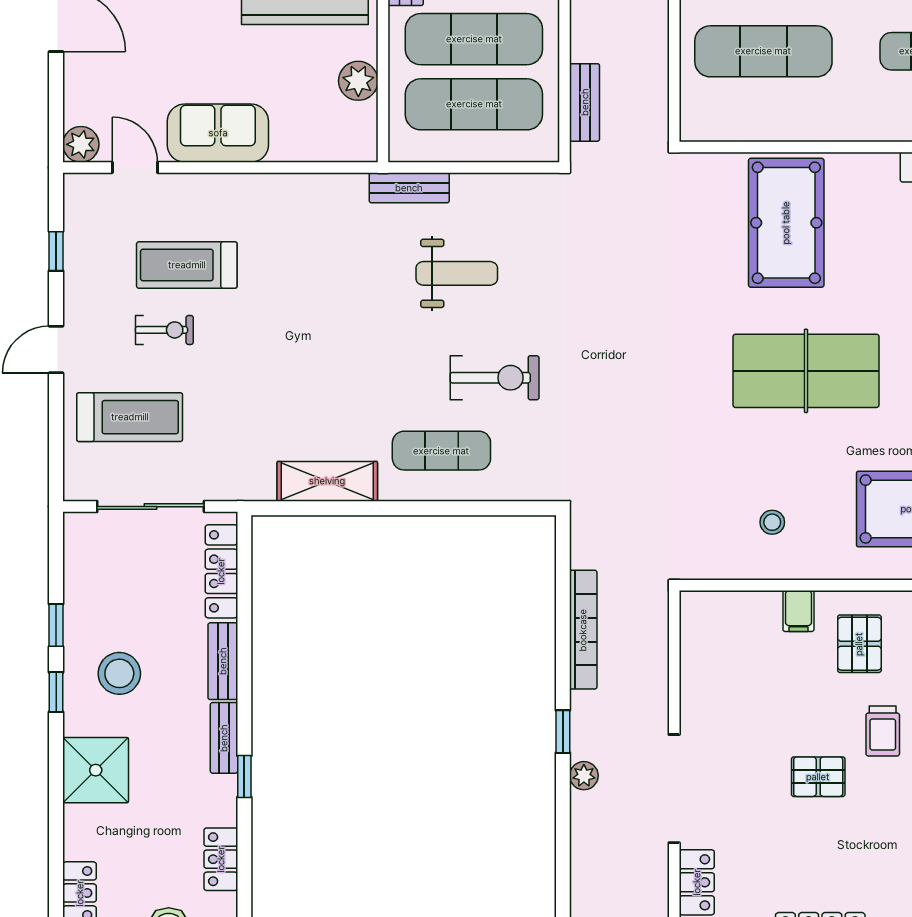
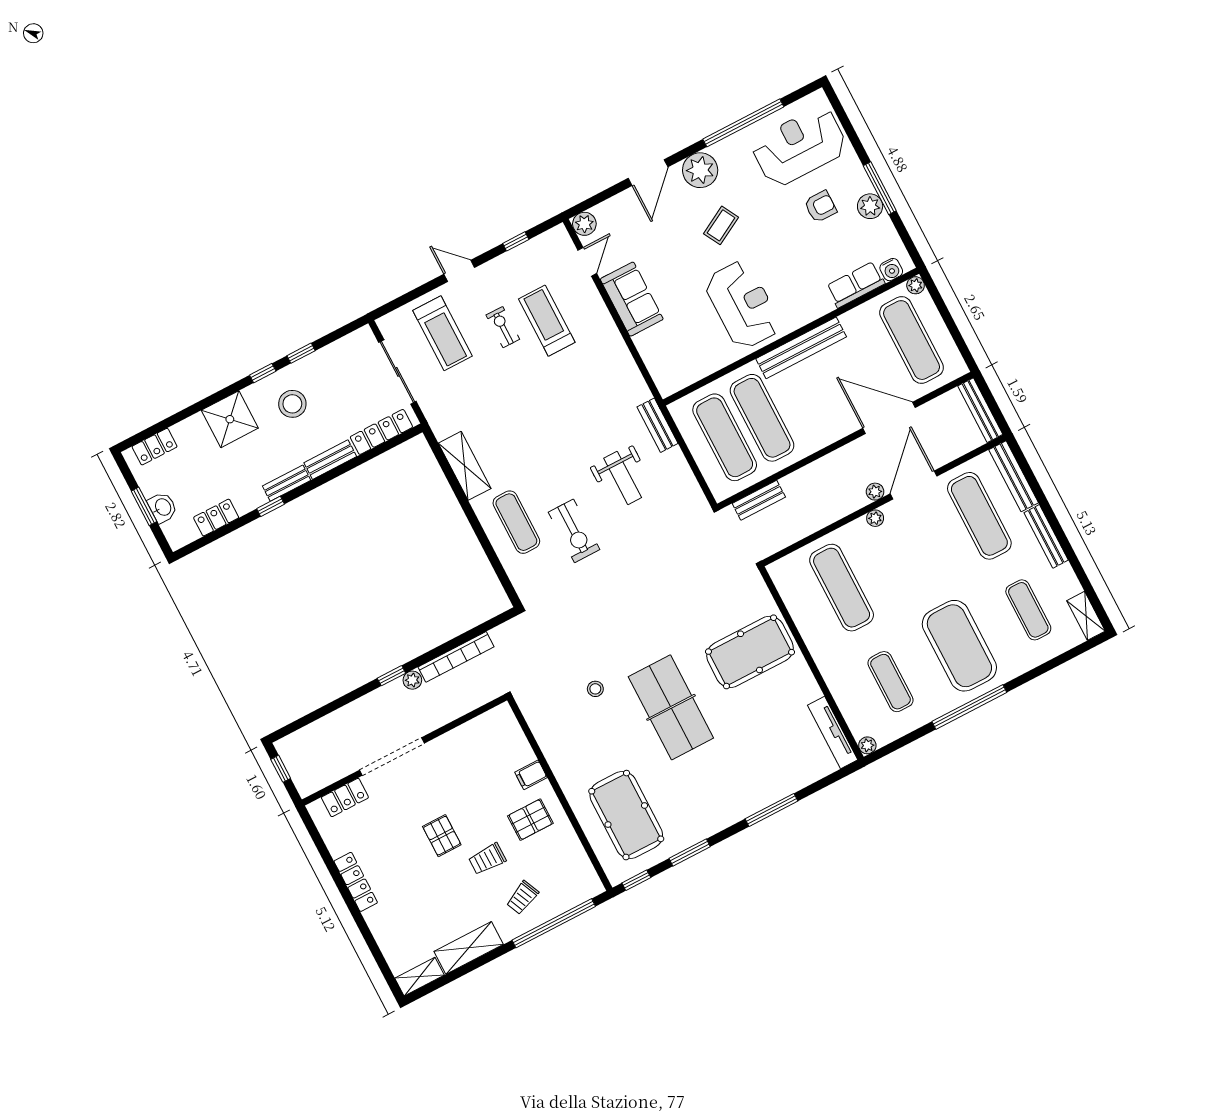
plant: (358, 81) -> (704, 364), removed
exercise bike: (164, 330) -> (503, 327), turned 180
stool: (772, 522) -> (595, 689), moved
plant: (584, 776) -> (412, 680), moved

